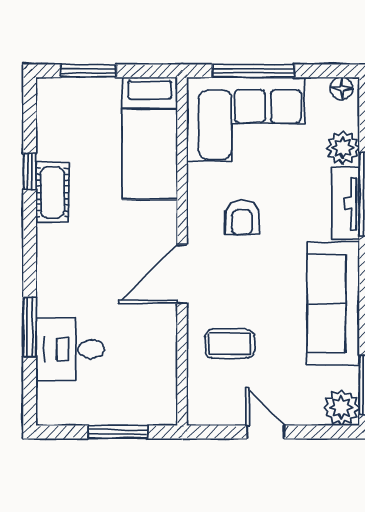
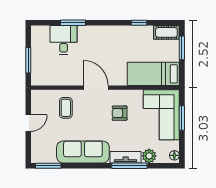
window: (253, 71) -> (182, 118), width x0.69
cot: (52, 192) -> (166, 32), moved
plant: (341, 408) -> (39, 155), removed

